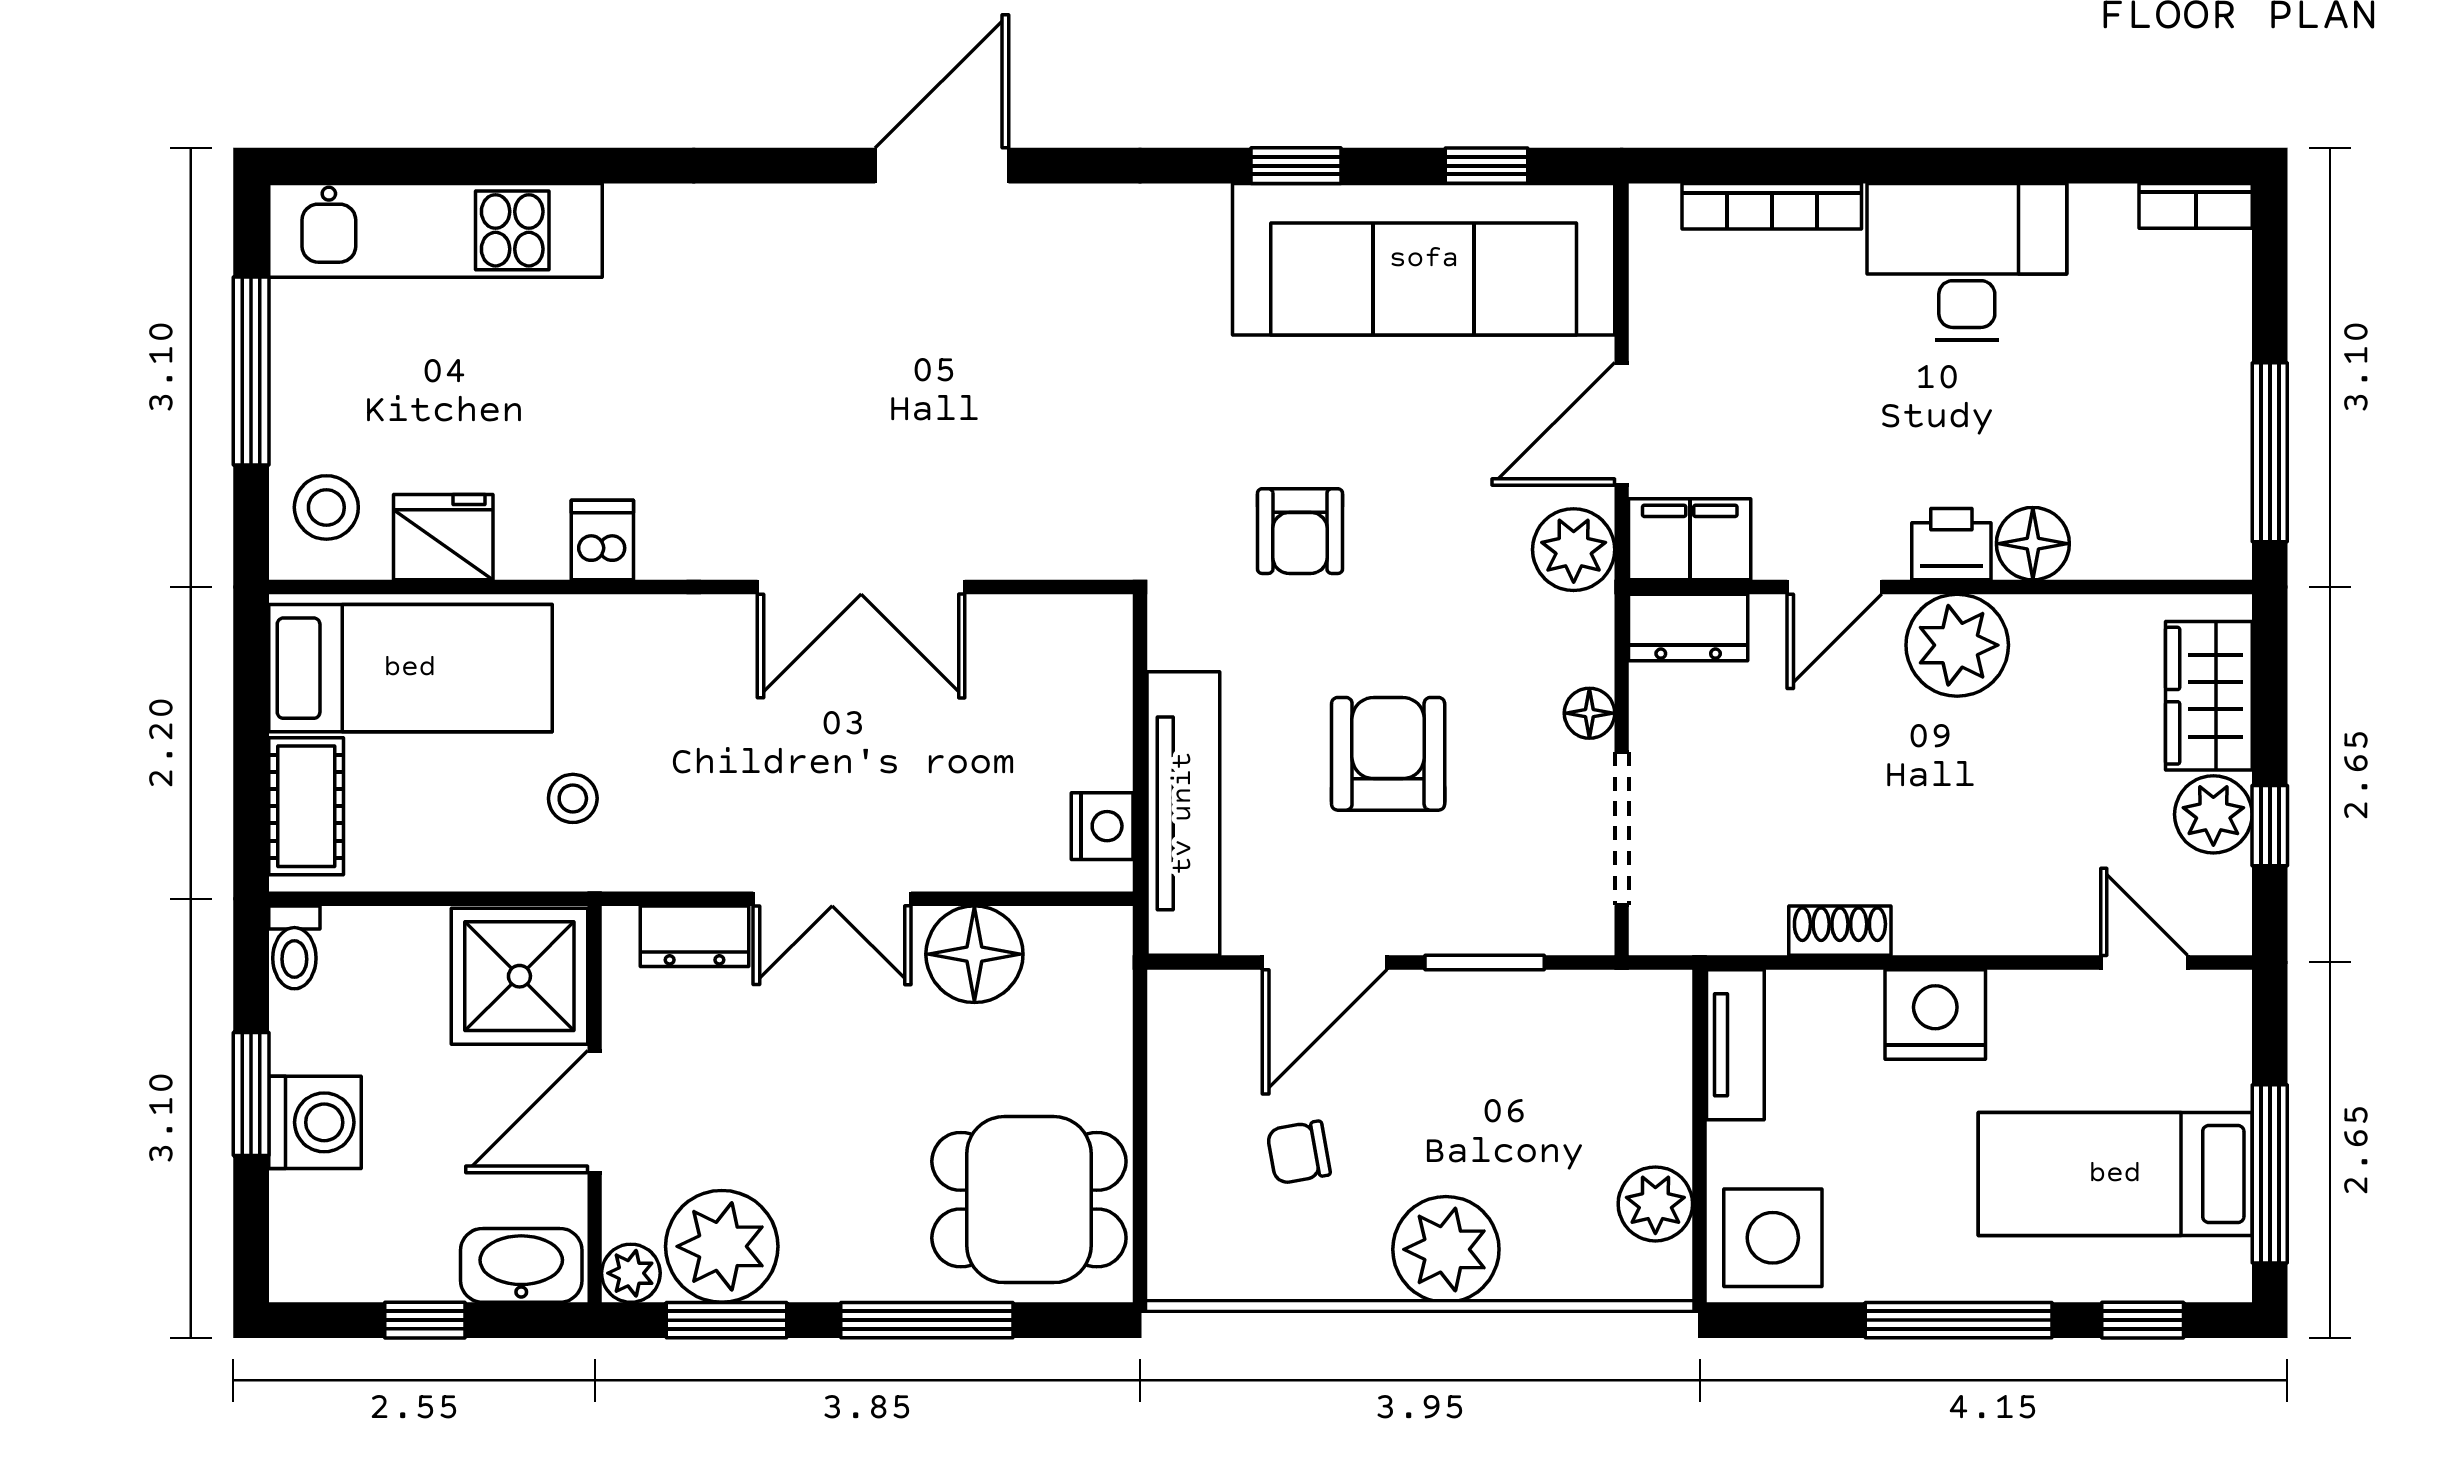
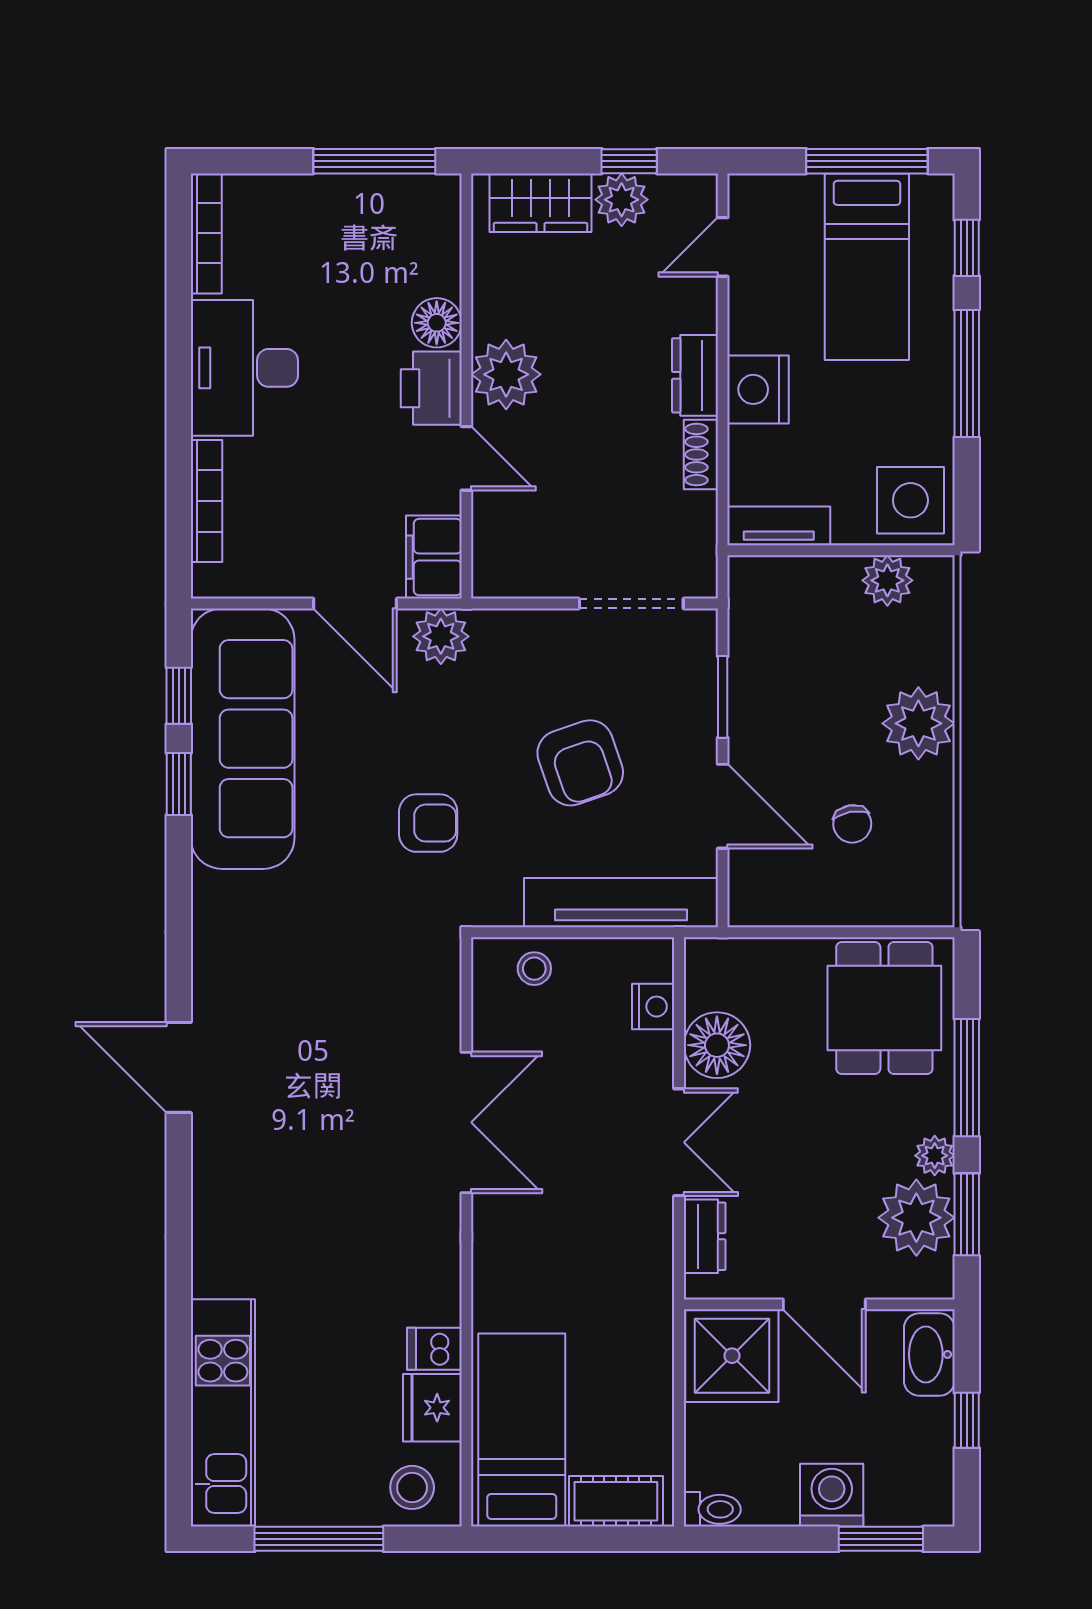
window: (1296, 166) -> (179, 784), moved
bookcase: (2196, 206) -> (206, 233), width x1.56
dishwasher: (602, 540) -> (434, 1349), moved
printer: (1951, 544) -> (431, 388), width x1.36, depth x1.24
dresser: (1688, 628) -> (695, 375), moved, turned 180
floor lamp: (1589, 713) -> (553, 625), removed
armchair: (1388, 754) -> (580, 763), turned -109
stool: (573, 798) -> (534, 969), moved
nightstand: (1102, 826) -> (653, 1007), moved, turned 90
window: (251, 1094) -> (881, 1539), moved
plant: (631, 1273) -> (935, 1156), moved

